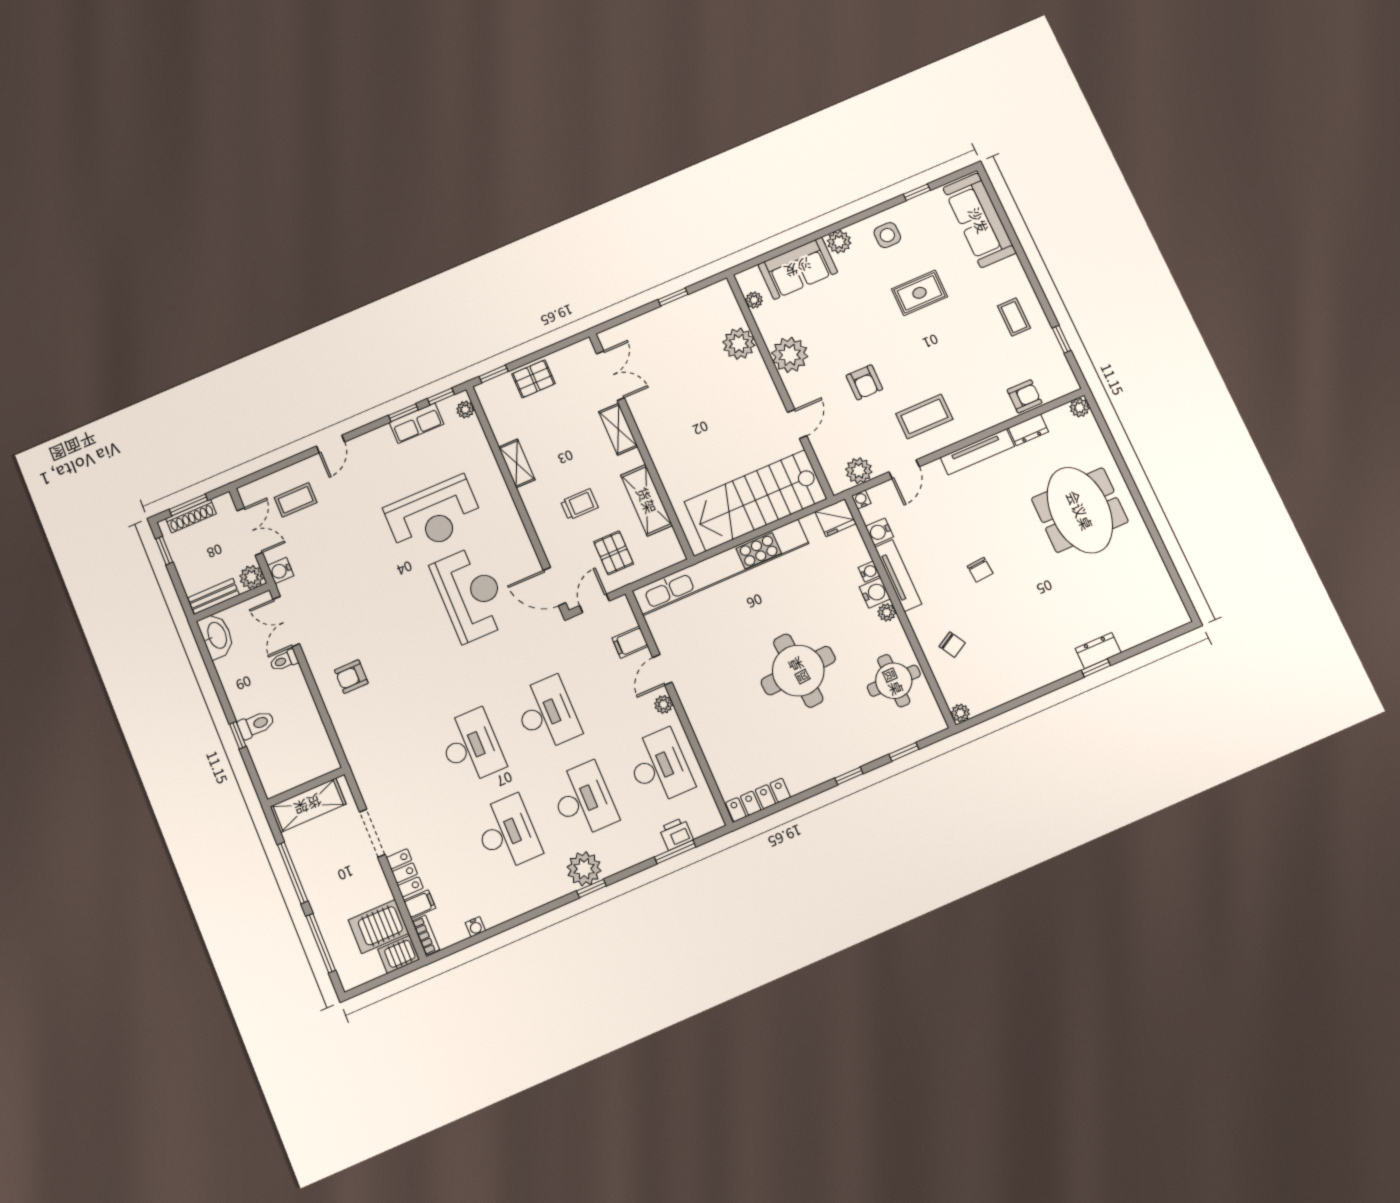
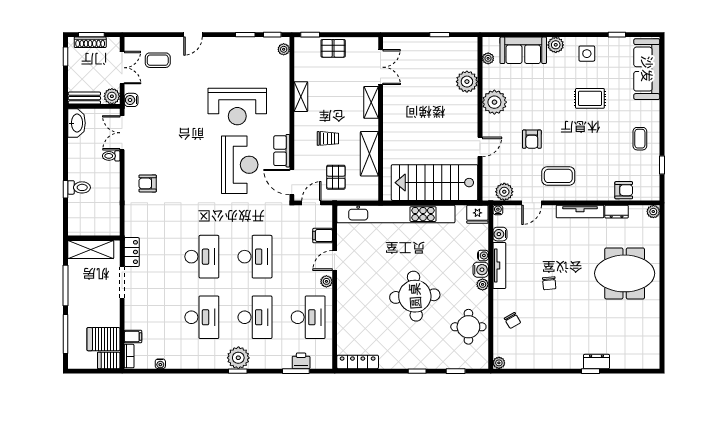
row of seats: (416, 423) -> (282, 151), moved, turned 90
meeting table: (1080, 510) -> (625, 273), turned 90
locker: (405, 873) -> (132, 252), moved

